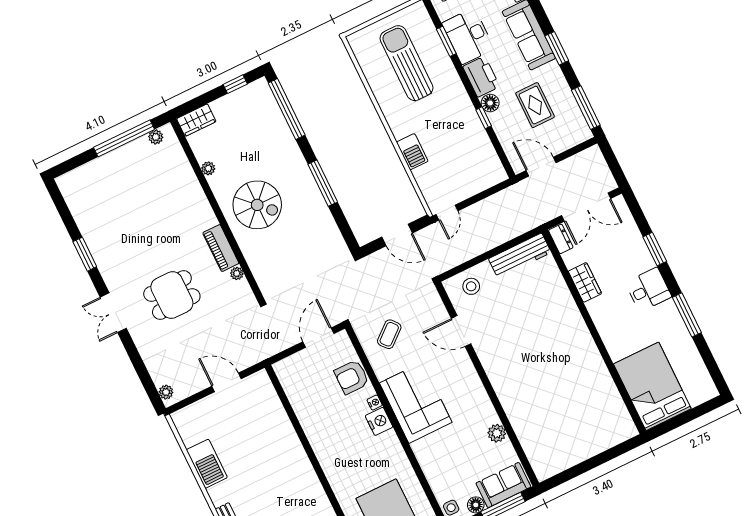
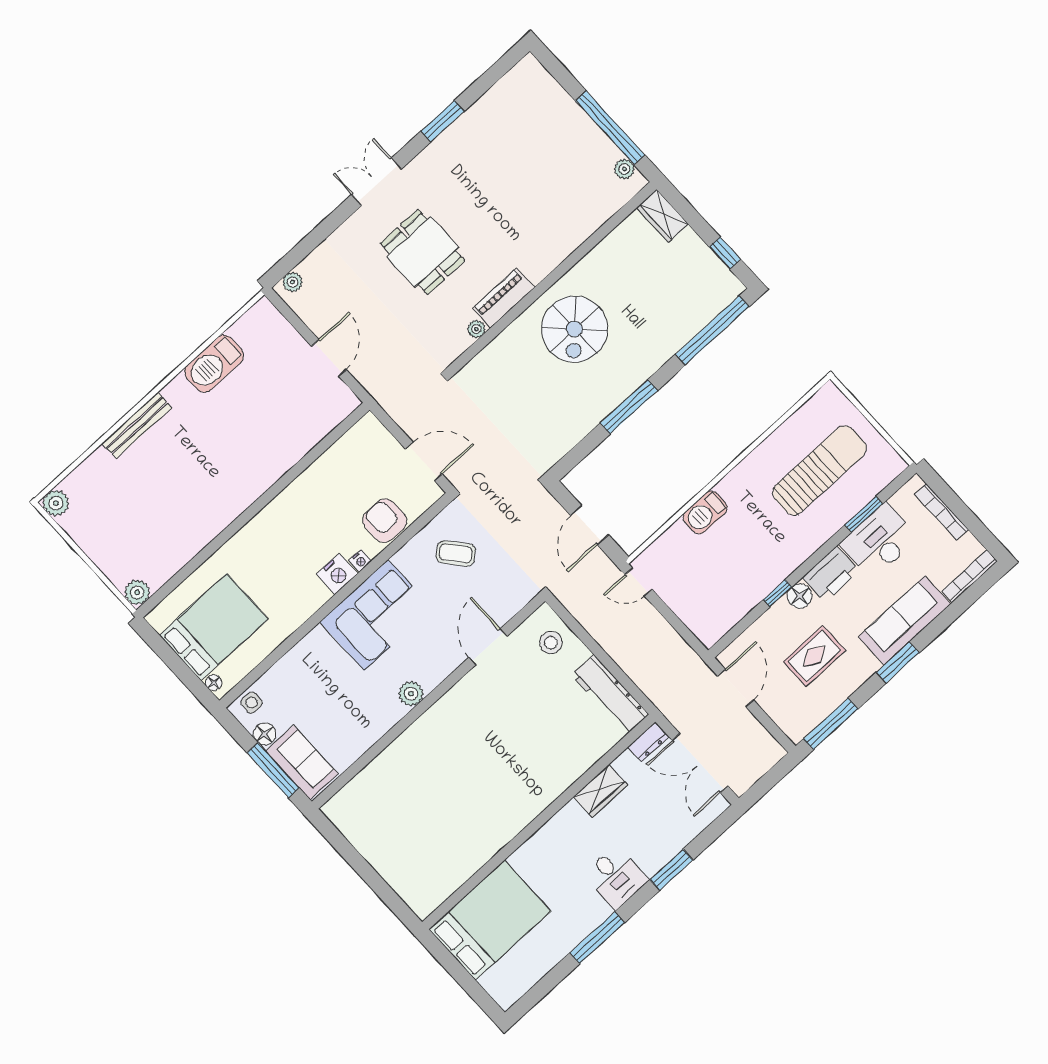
plant: (208, 168) -> (604, 250), removed
plant: (497, 433) -> (411, 694), moved

